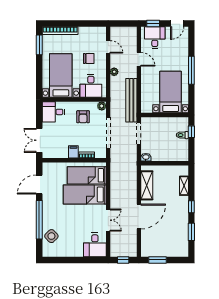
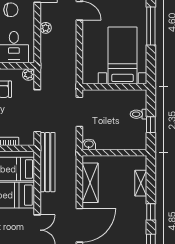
bench: (131, 100) -> (48, 162), moved
window: (191, 132) -> (151, 125), moved

